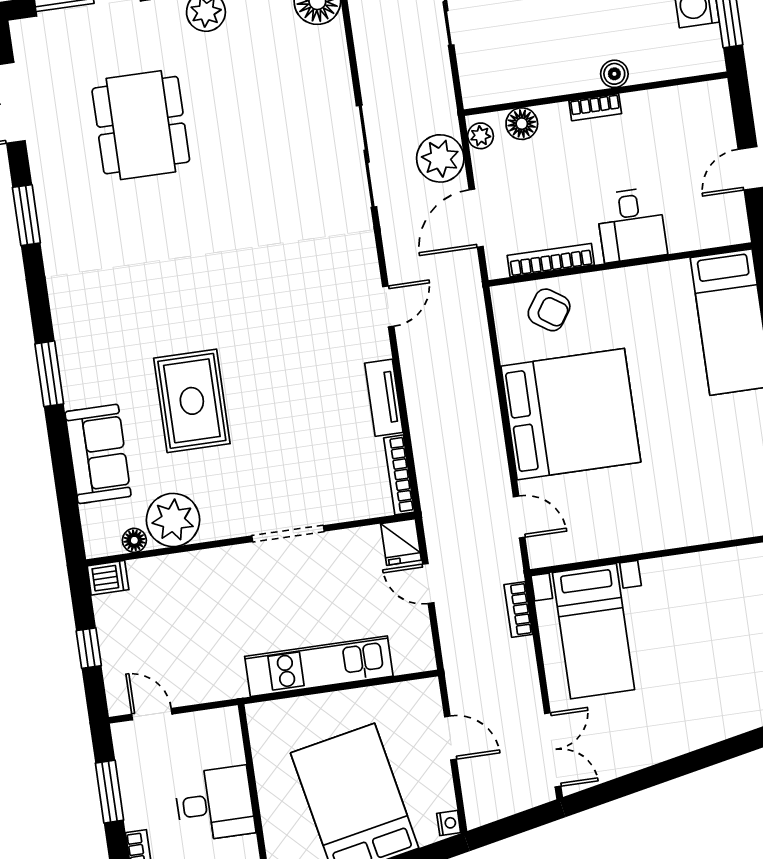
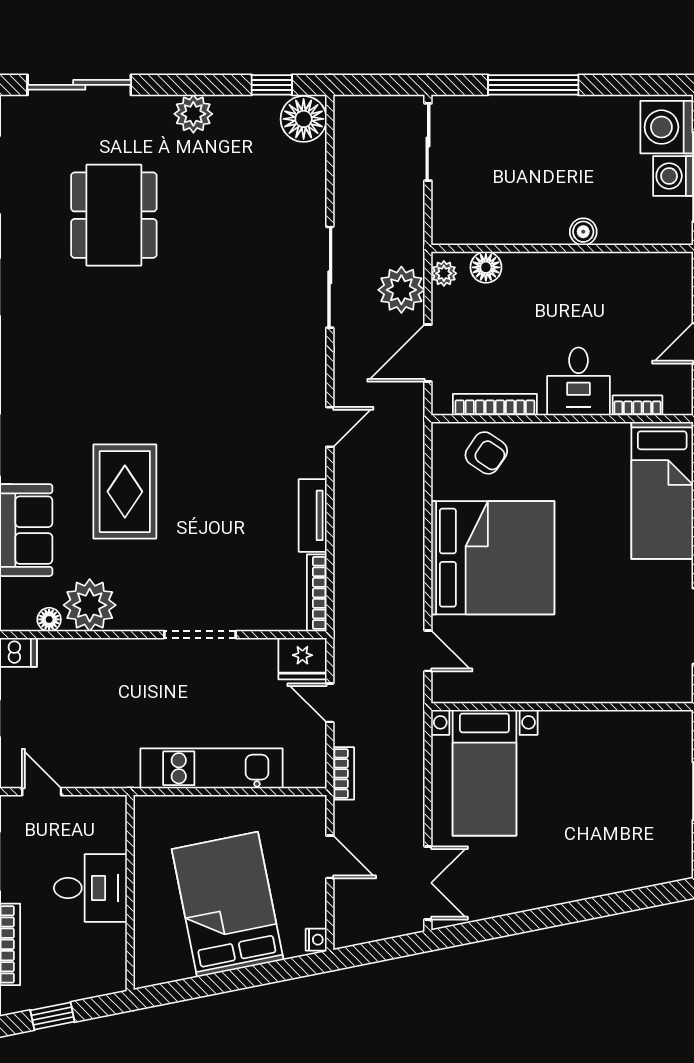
bookcase: (595, 107) -> (637, 405), moved, turned 180
fridge: (401, 542) -> (302, 659), width x1.38
bookcase: (518, 609) -> (344, 773), moved, turned 180

